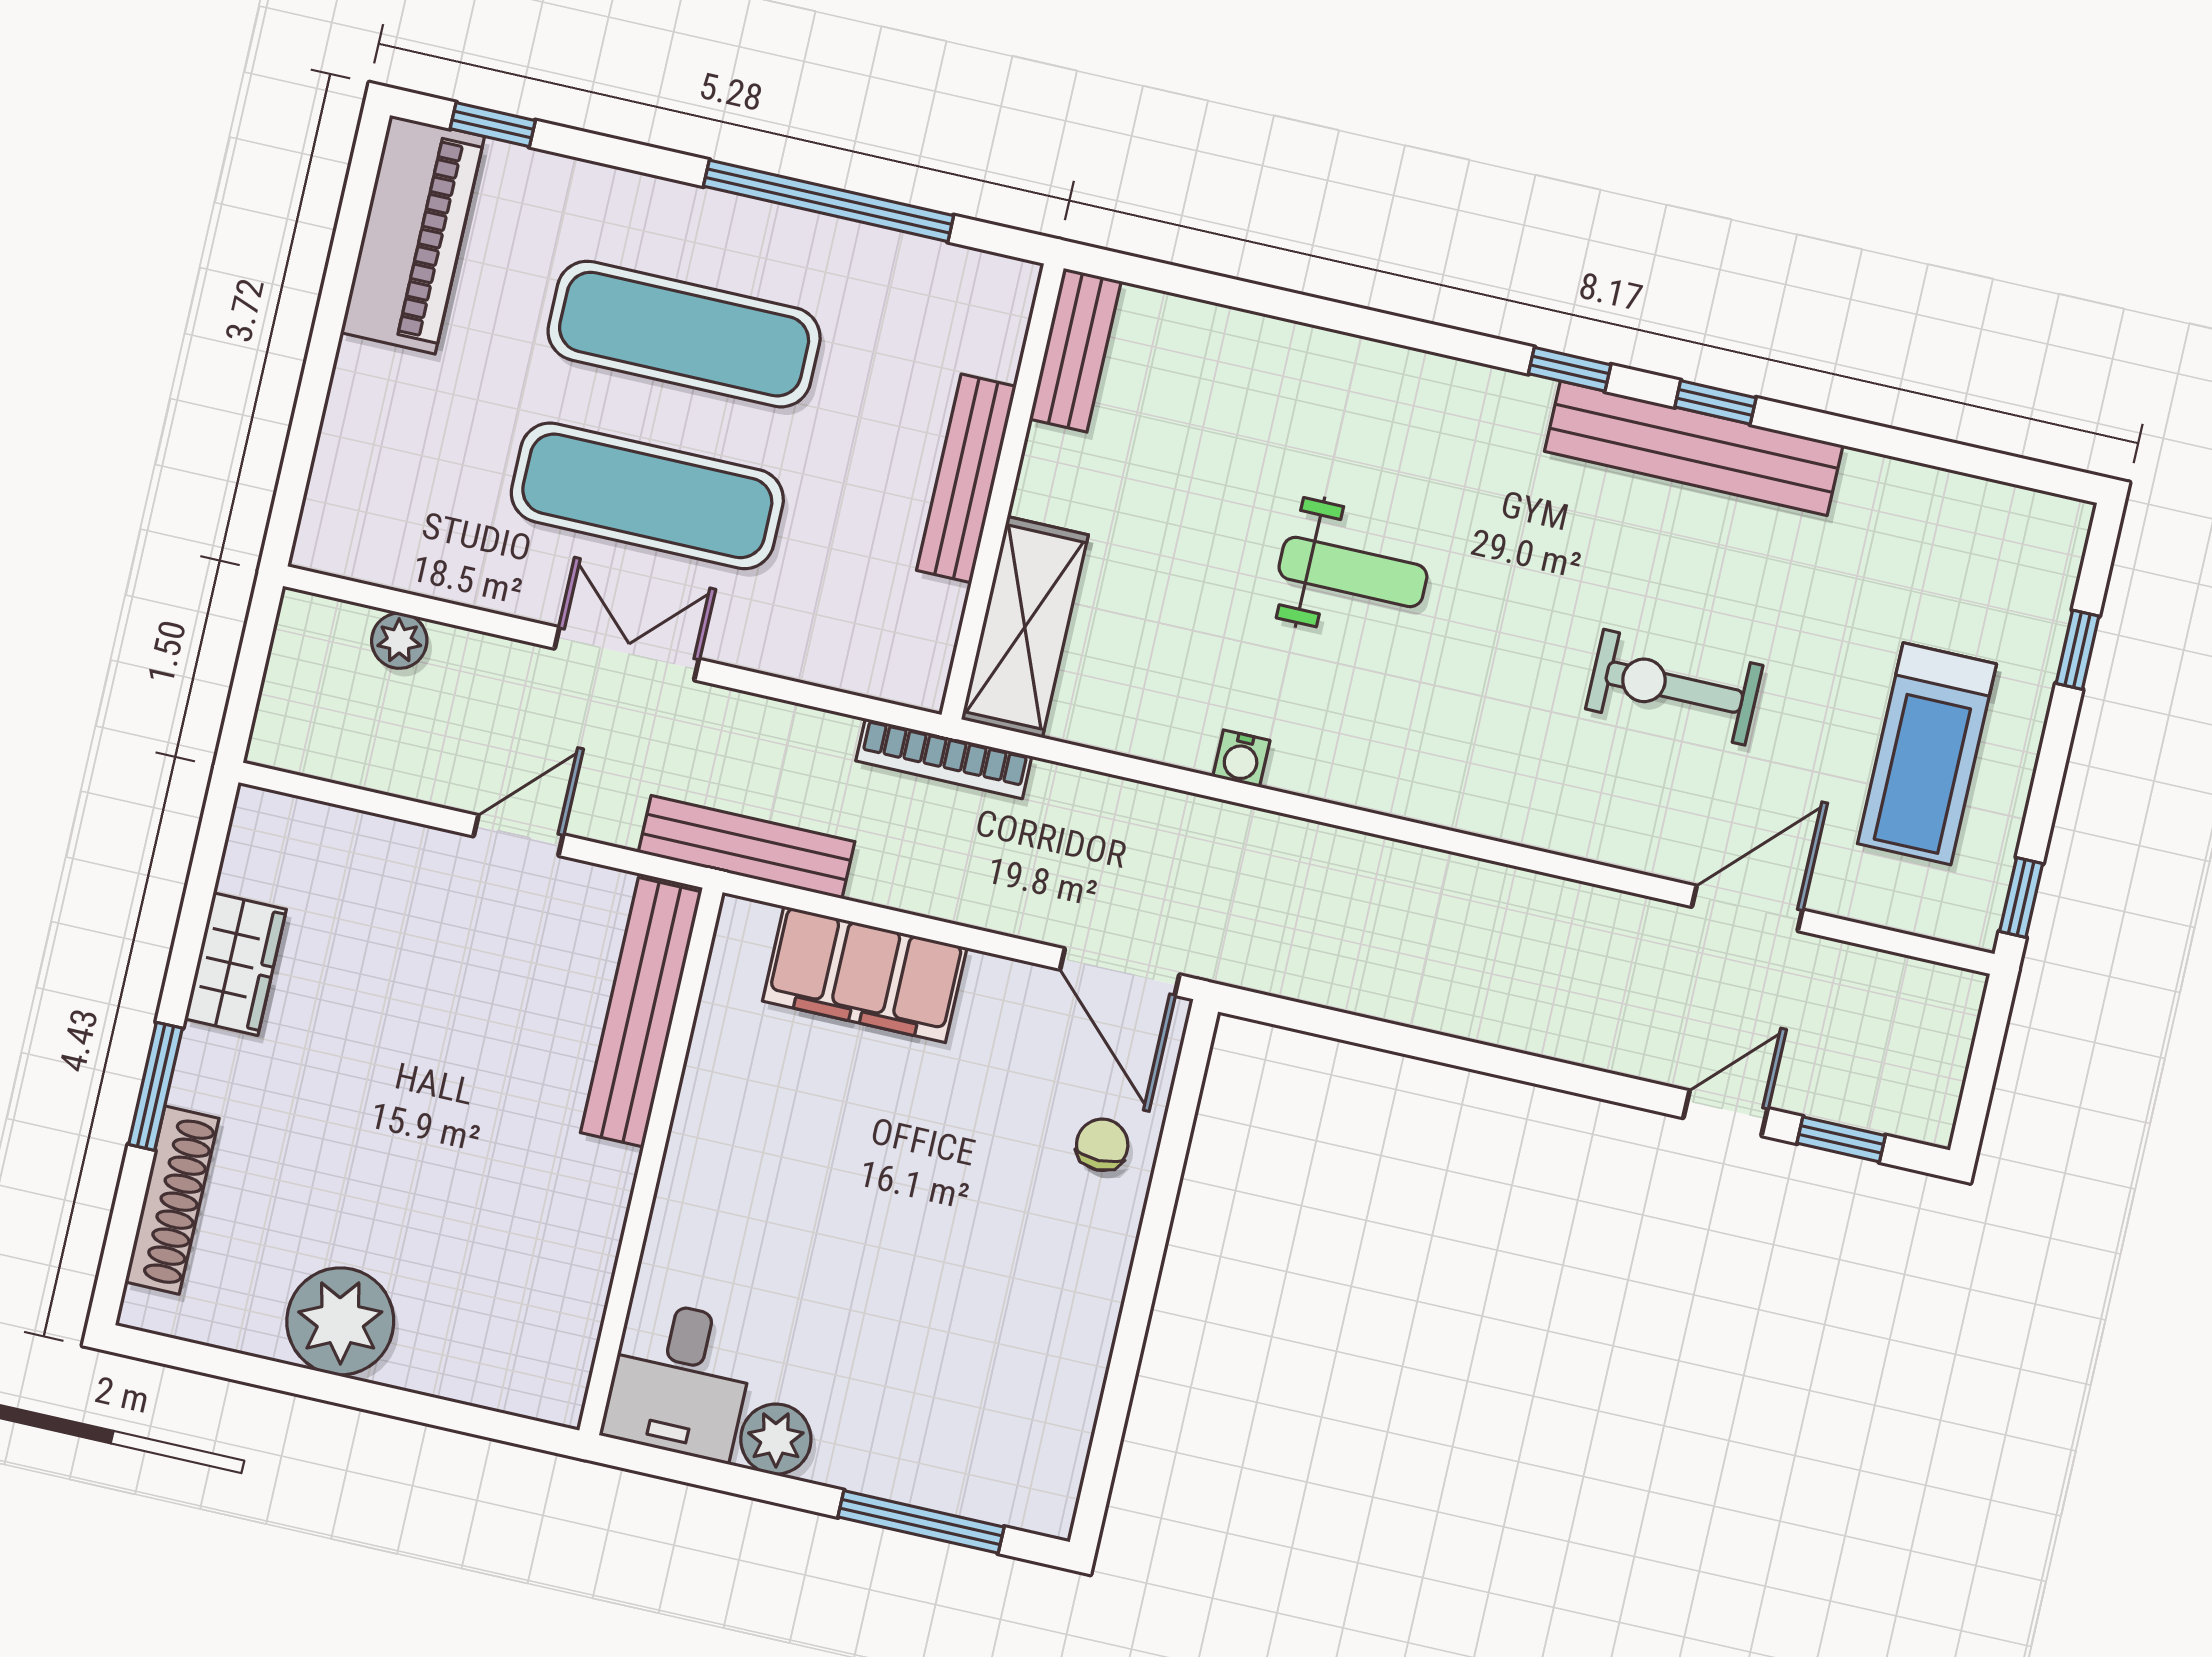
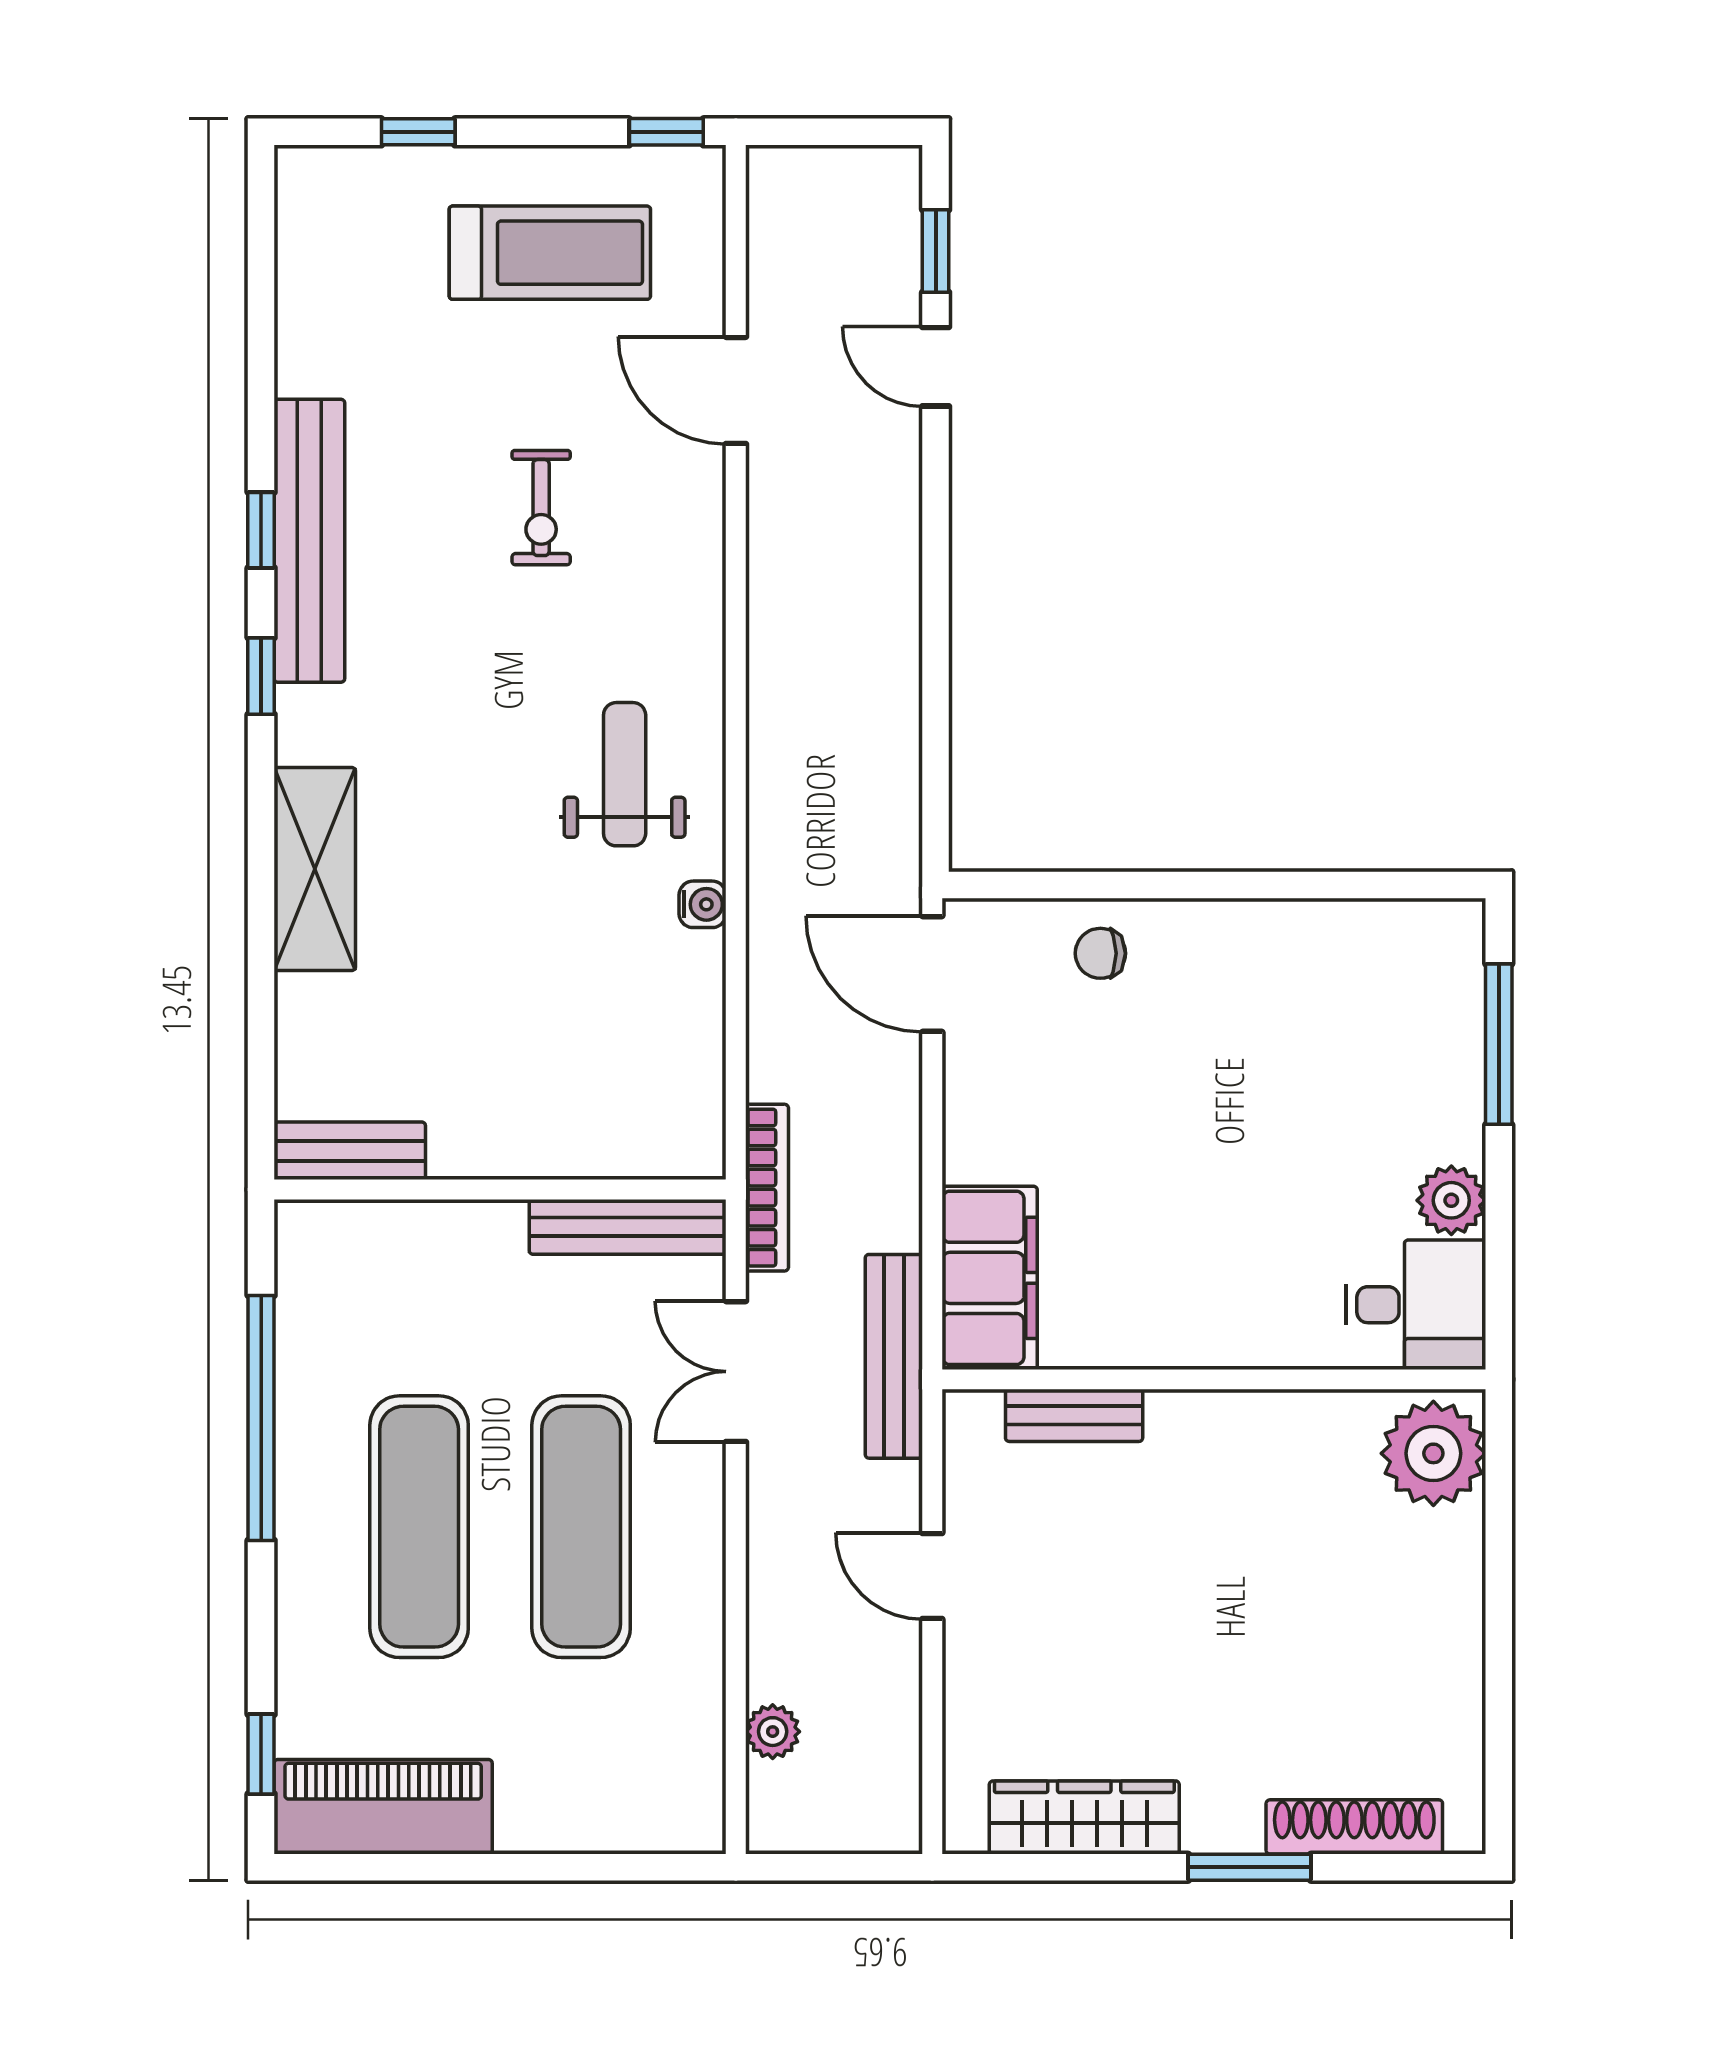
bench: (966, 478) -> (628, 1227), moved
weight bench: (1353, 572) -> (625, 774), moved
shelving: (1025, 627) -> (315, 869), moved, turned 90
double door: (627, 654) -> (736, 1372), moved
exercise bike: (1674, 687) -> (541, 508), width x0.73, depth x0.72
wardrobe: (236, 964) -> (1084, 1817), width x1.50
door: (1120, 972) -> (932, 974), swing flipped
filing cabinet: (865, 974) -> (990, 1278), moved
bench: (641, 1012) -> (1074, 1415), width x0.54, depth x0.82
plant: (340, 1321) -> (1433, 1453), moved

